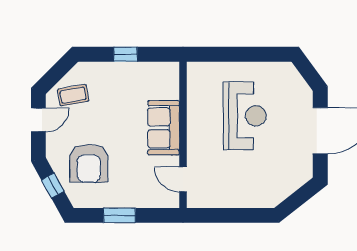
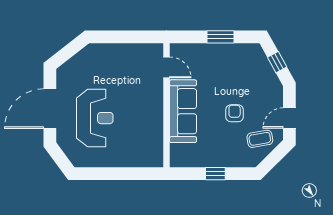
reception desk: (245, 116) -> (95, 118), moved, turned 180
sofa: (164, 128) -> (183, 111), width x1.36
armchair: (89, 163) -> (235, 113), moved, width x0.53, depth x0.53

